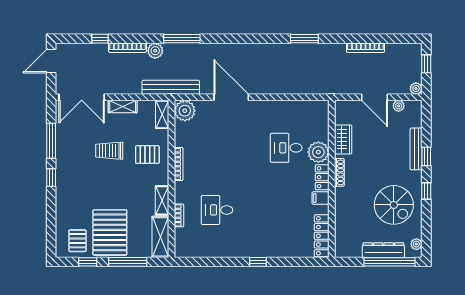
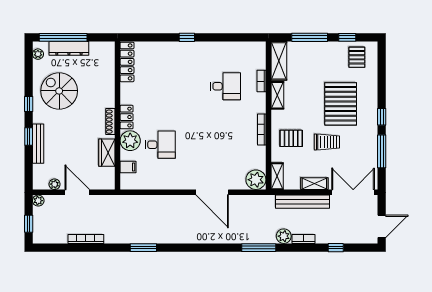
bookcase: (127, 48) -> (303, 239), width x0.64
bench: (171, 87) -> (302, 202), moved
filing cabinet: (321, 198) -> (128, 167), moved
pallet: (110, 232) -> (341, 104), moved

